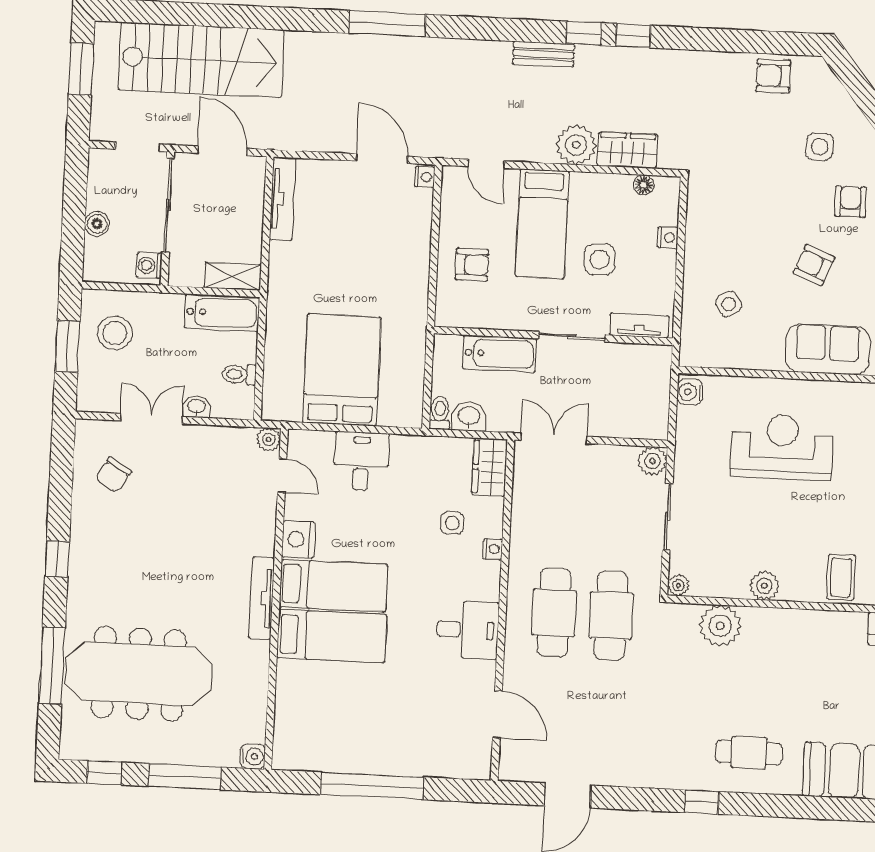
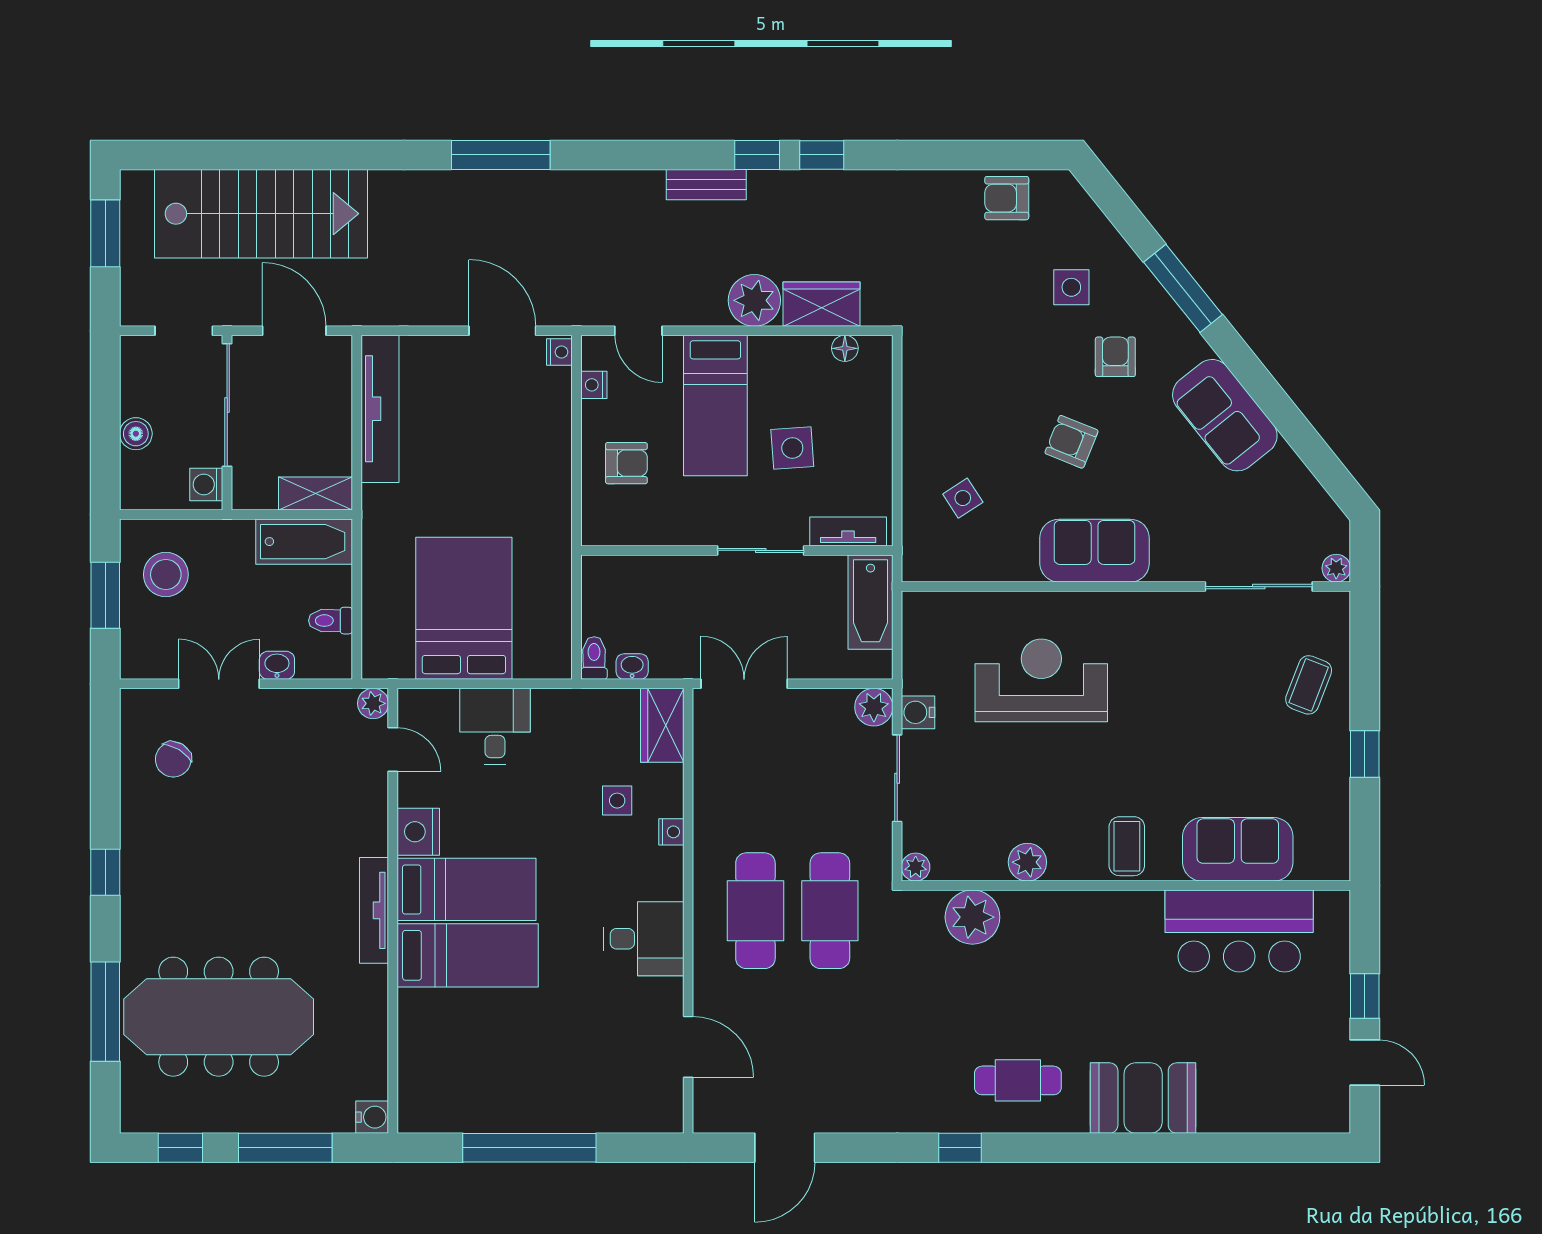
tv unit: (283, 199) -> (380, 409), width x1.36, depth x1.29
nightstand: (668, 237) -> (594, 385), moved, turned 180
bathtub: (500, 354) -> (870, 602), moved, turned 90
water cooler: (690, 392) -> (918, 712), moved
washbasin: (469, 416) -> (632, 667), width x0.72, depth x0.69

